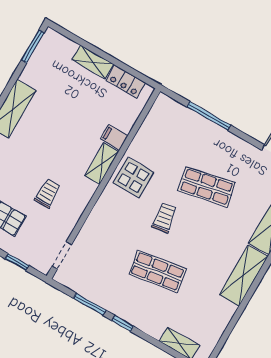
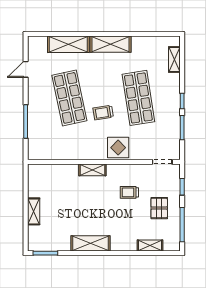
locker: (126, 82) -> (34, 184), removed
filing cabinet: (114, 137) -> (72, 172), removed
display table: (133, 177) -> (118, 148), moved
shop shelf: (207, 187) -> (69, 98), width x1.43, depth x1.36
shop shelf: (157, 272) -> (138, 98), width x1.43, depth x1.36

